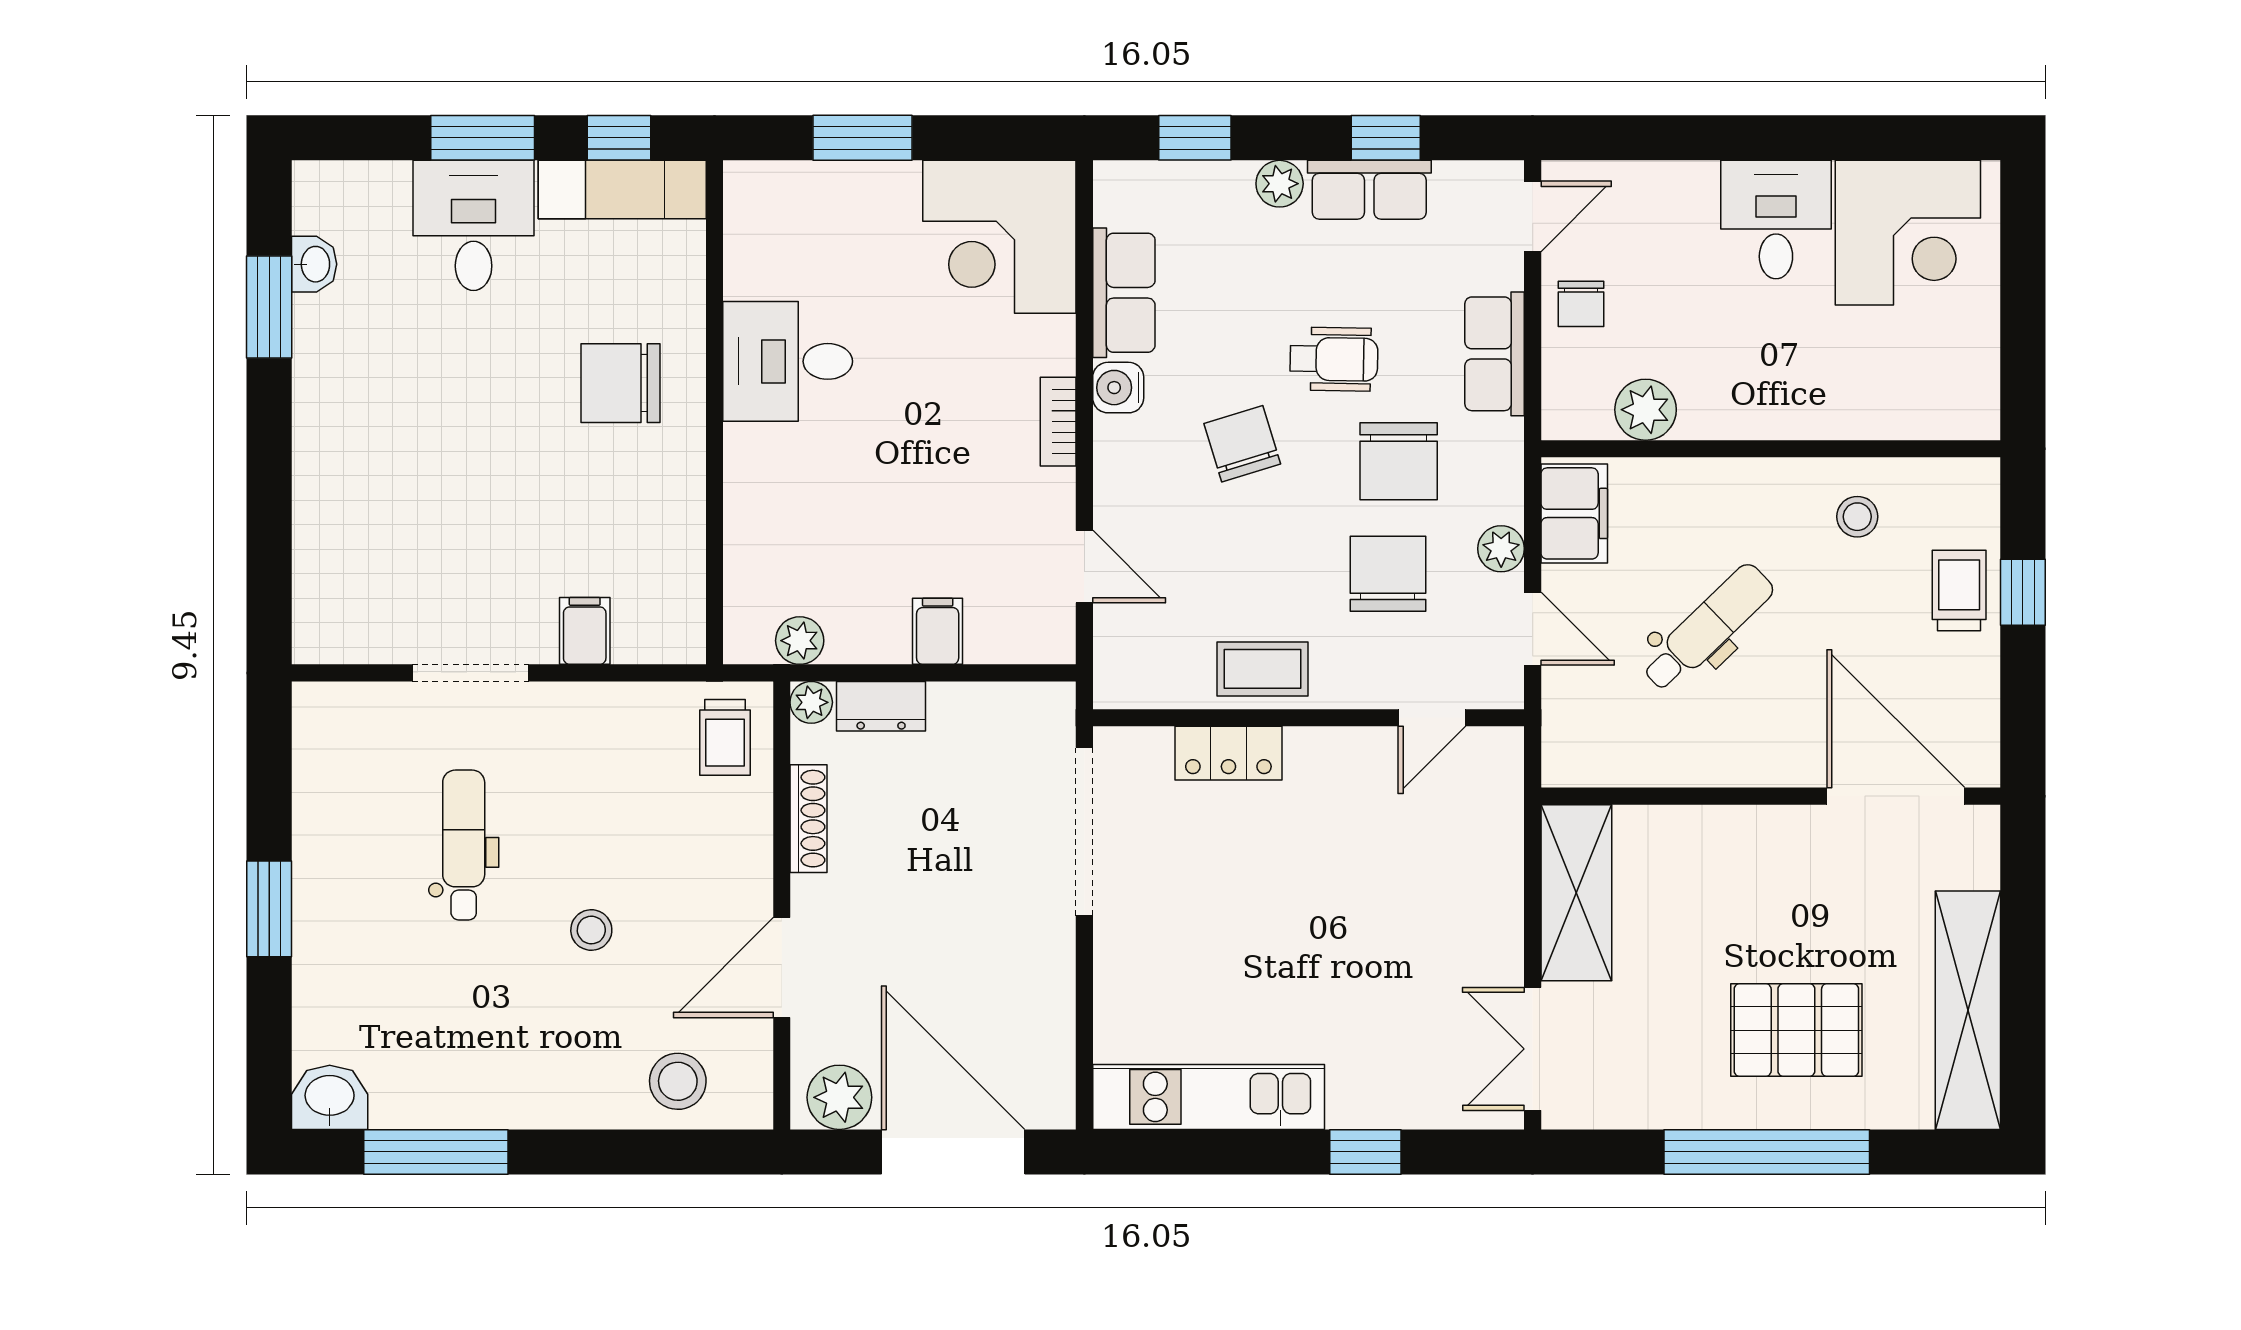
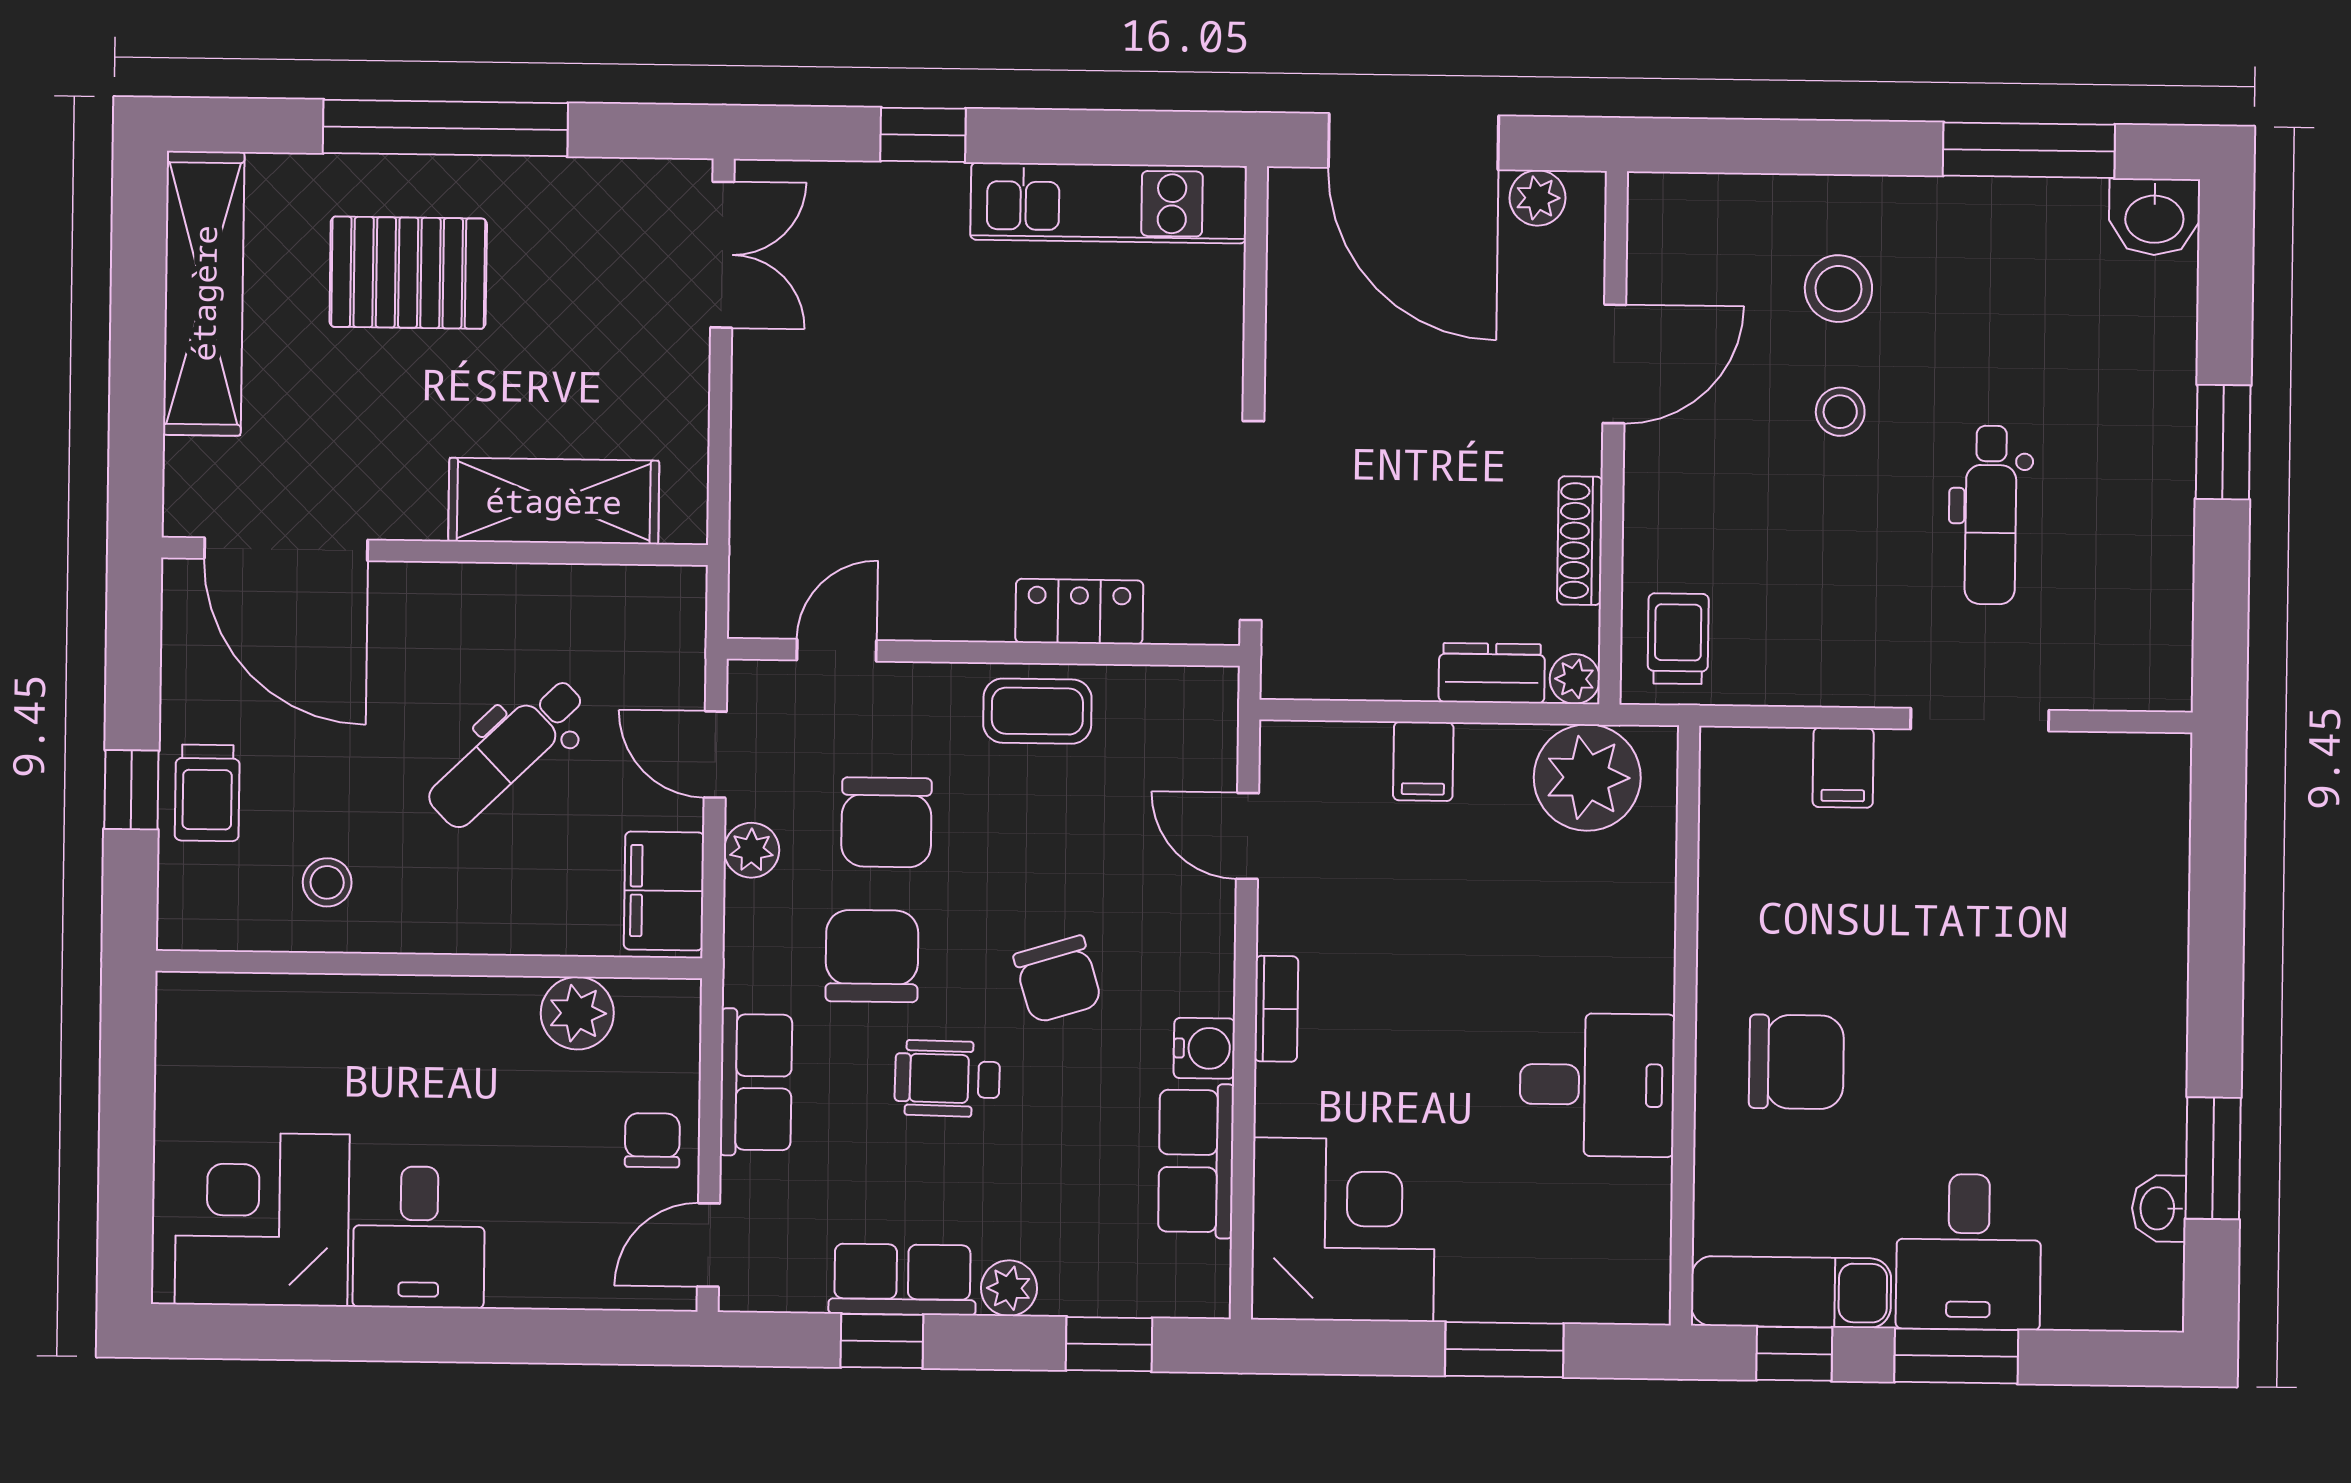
plant: (800, 641) -> (1587, 778), width x1.87, depth x1.87
shelving: (1576, 893) -> (554, 501), moved, turned 90
stool: (678, 1081) -> (1838, 289), moved
plant: (839, 1097) -> (1538, 198), width x0.73, depth x0.73

